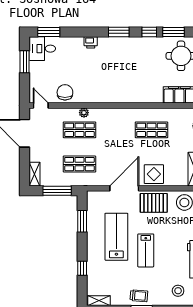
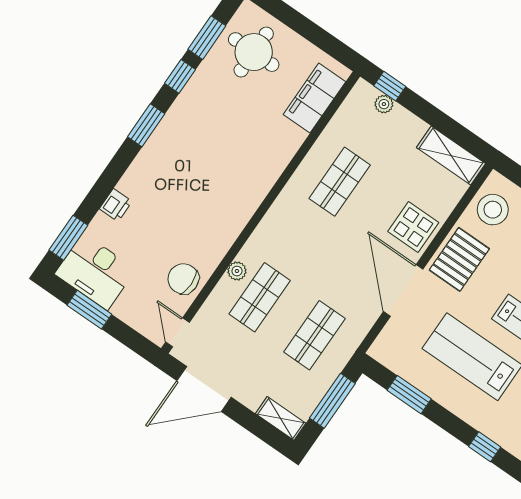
printer: (91, 42) -> (116, 205), moved
desk: (42, 49) -> (95, 272), width x1.37
door: (41, 106) -> (178, 332), hinge flipped

